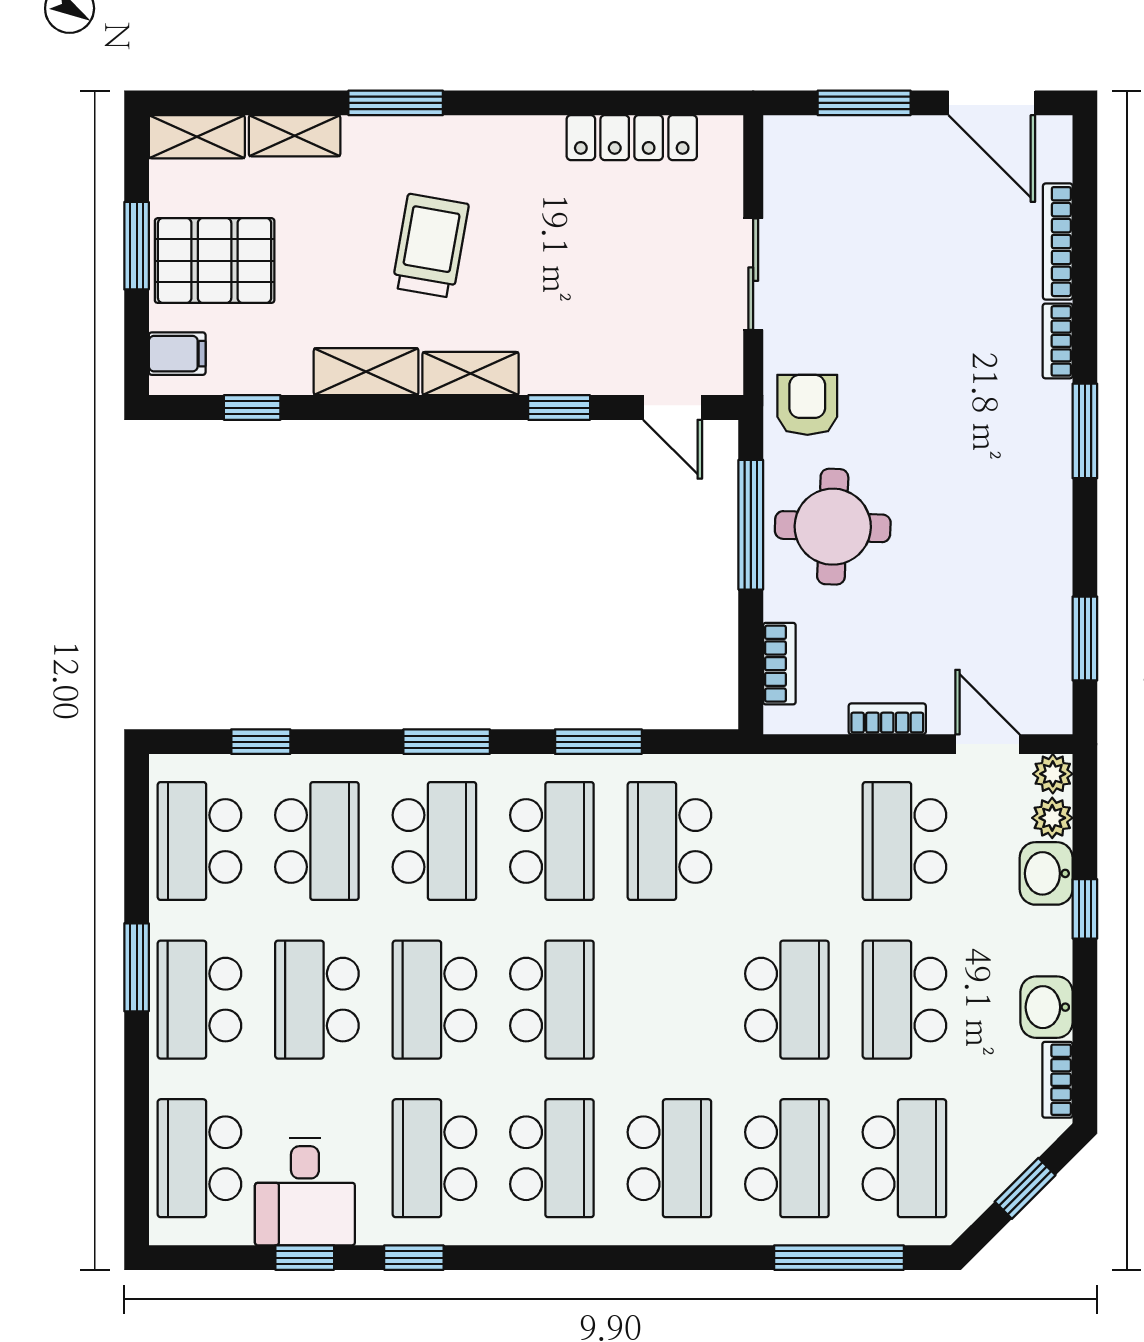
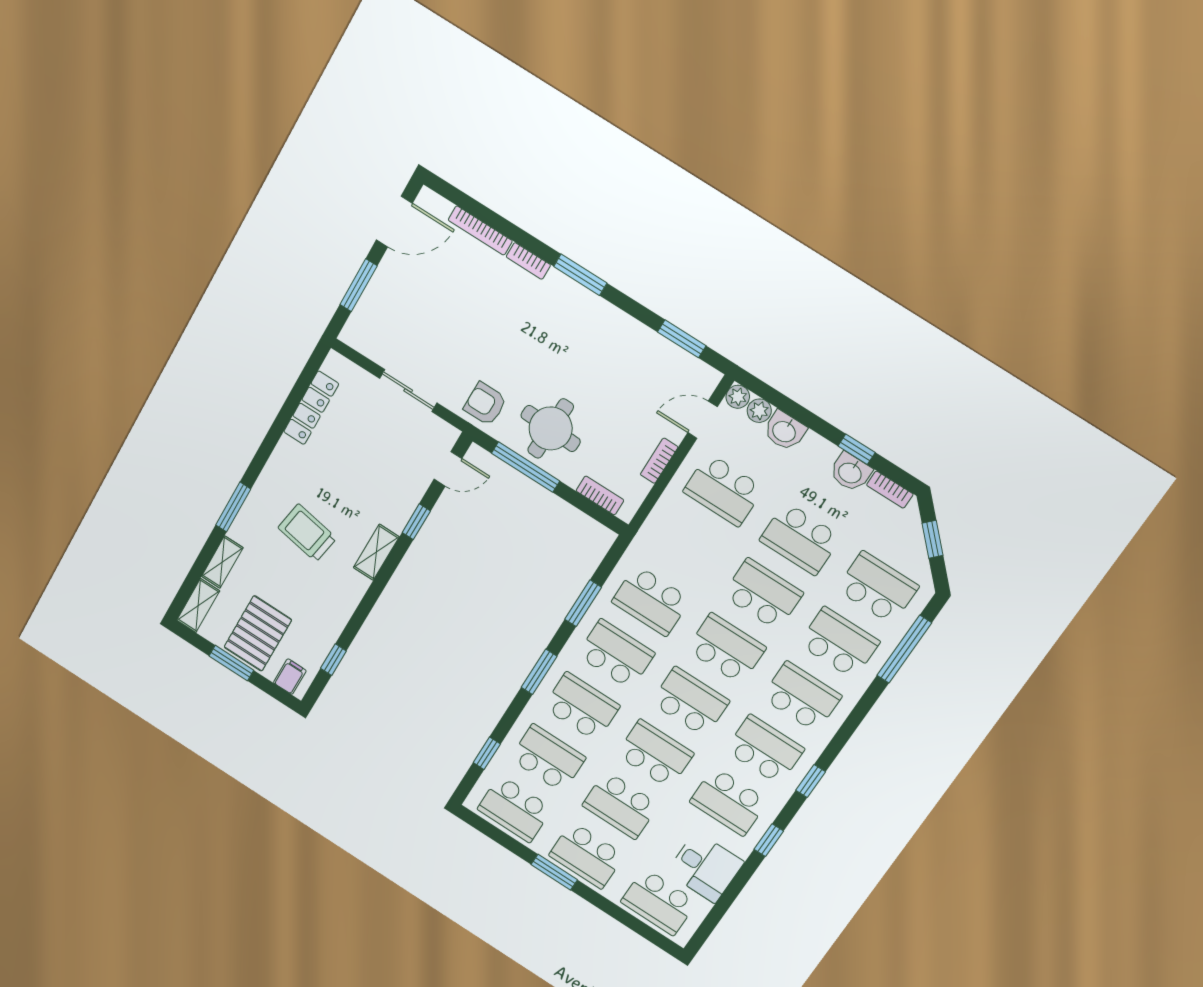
shelving: (366, 372) -> (347, 599), removed
window: (1085, 909) -> (856, 449), moved
school desk: (434, 1000) -> (655, 754), turned 180
school desk: (669, 1000) -> (726, 649), added
window: (305, 1258) -> (811, 781), moved

